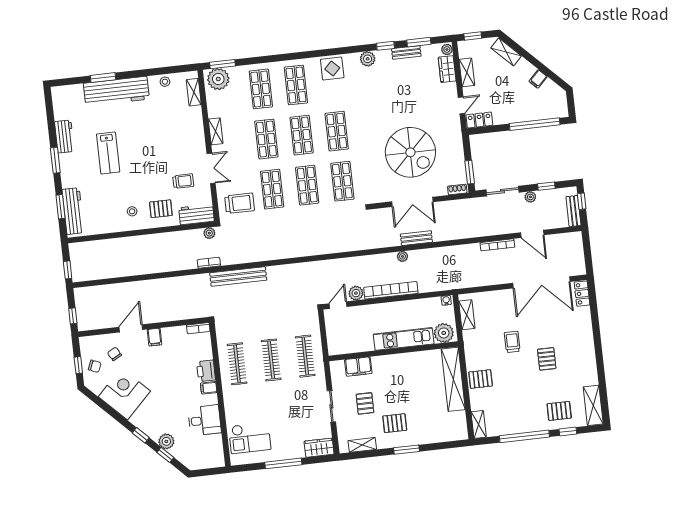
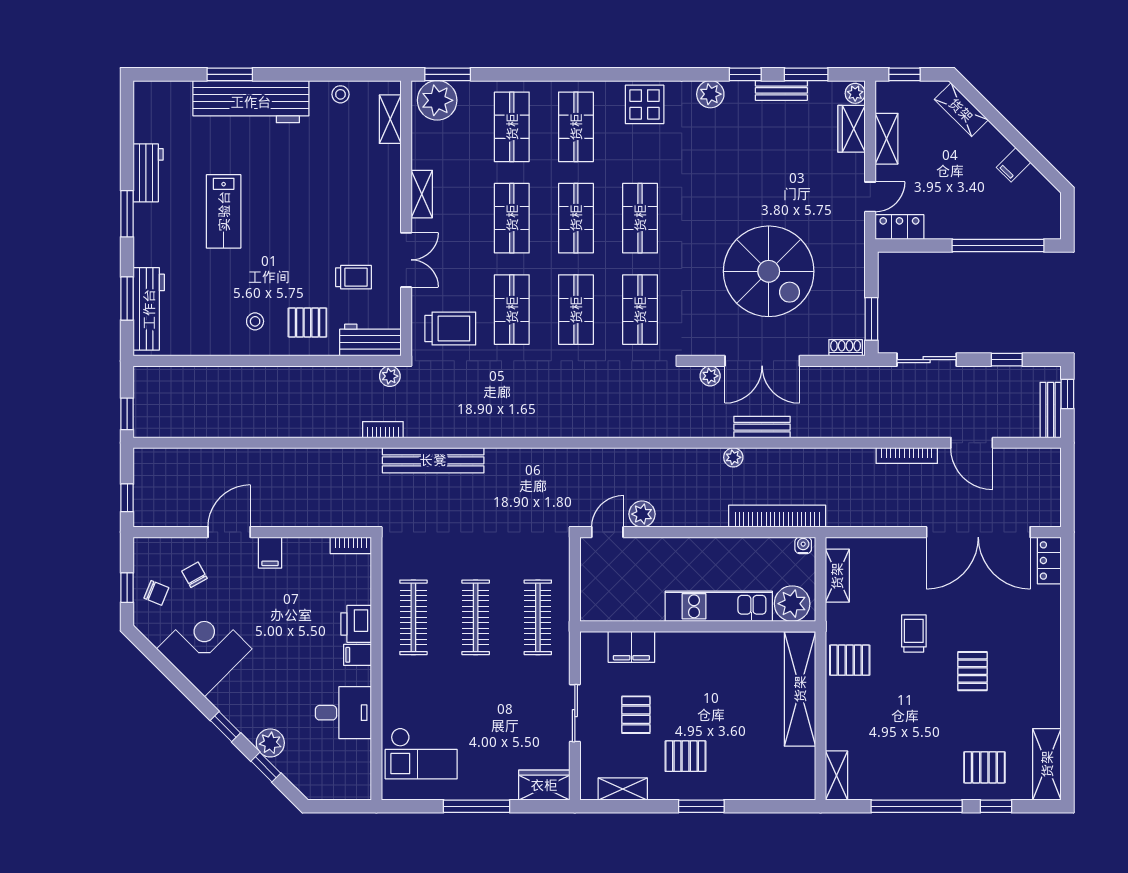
plant: (530, 197) -> (710, 376), moved
bookcase: (391, 290) -> (777, 516), moved
pallet: (481, 379) -> (850, 660), moved

